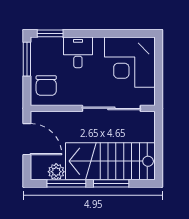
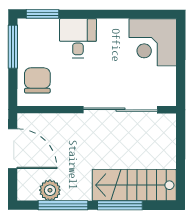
corner desk: (130, 62) -> (153, 42), width x0.74, depth x0.74
chair: (46, 86) -> (37, 80), turned 180
stairs: (110, 161) -> (134, 185), width x0.73, depth x0.66

